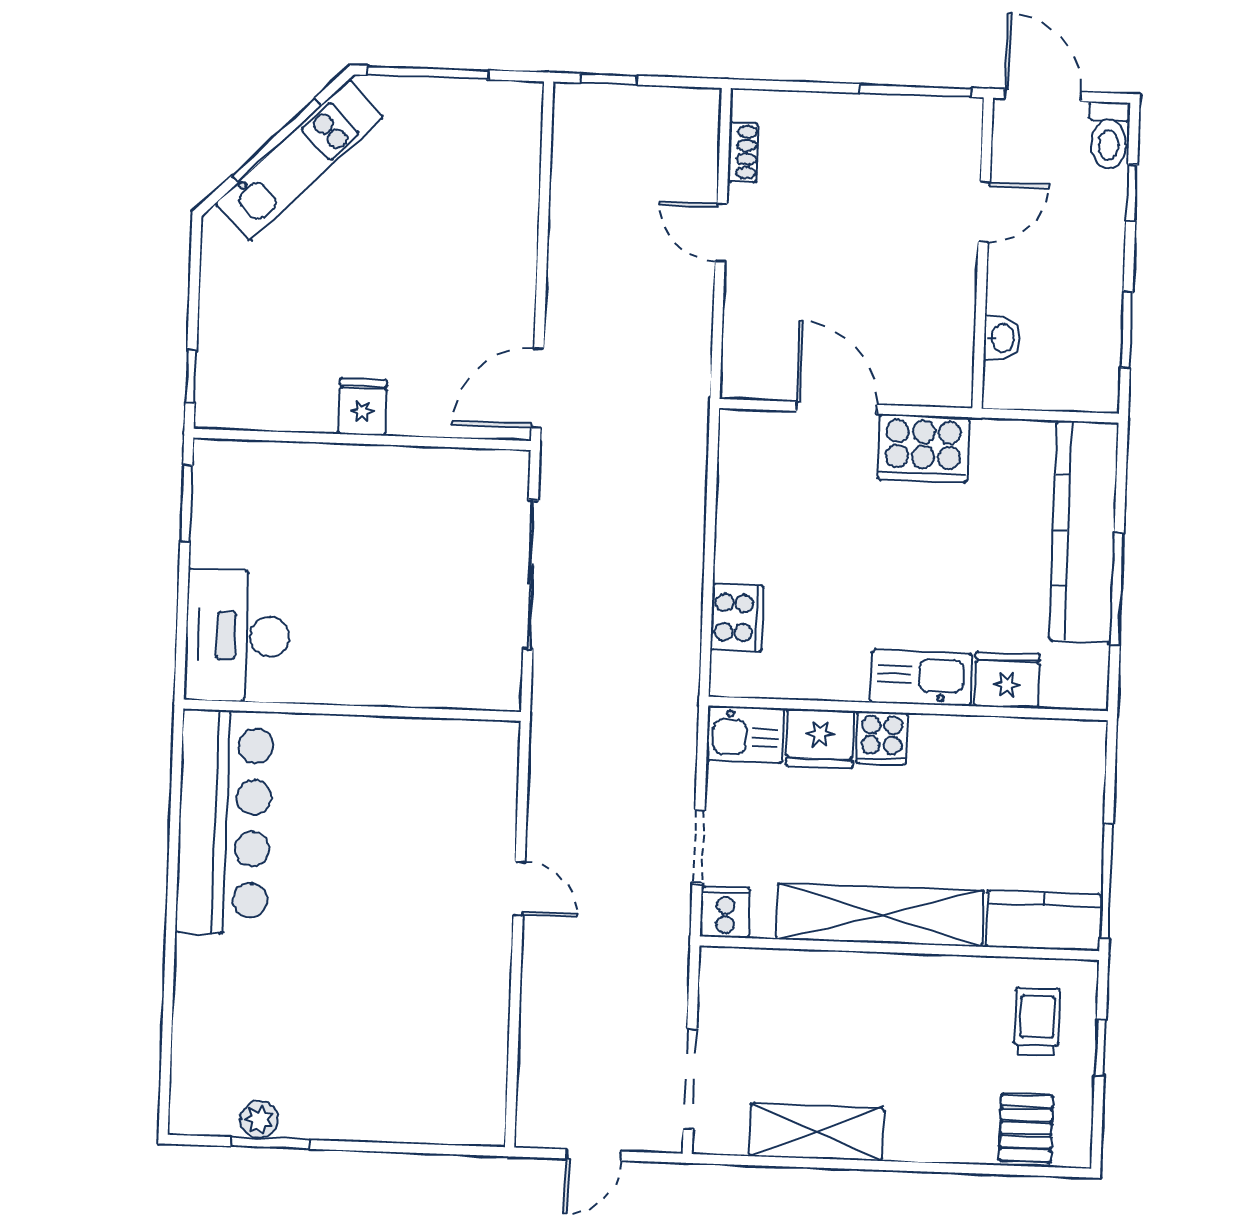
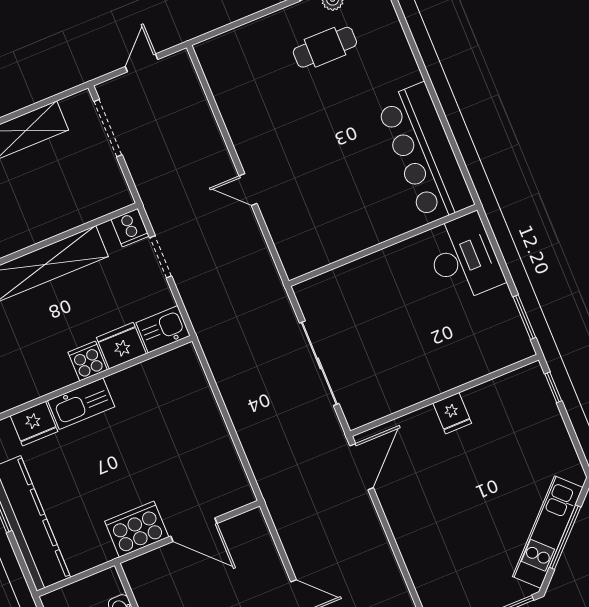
cooker: (737, 618) -> (196, 391), removed
cafe table: (304, 1052) -> (325, 47), added

